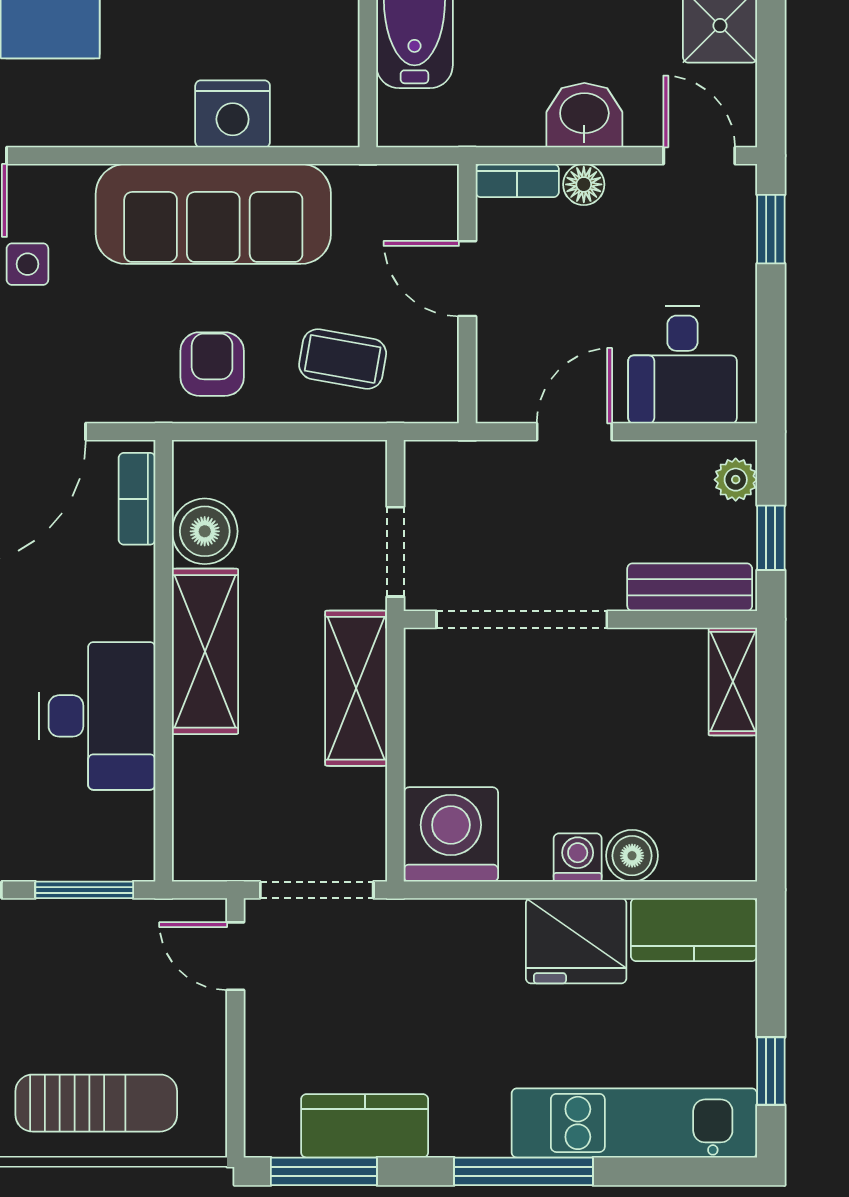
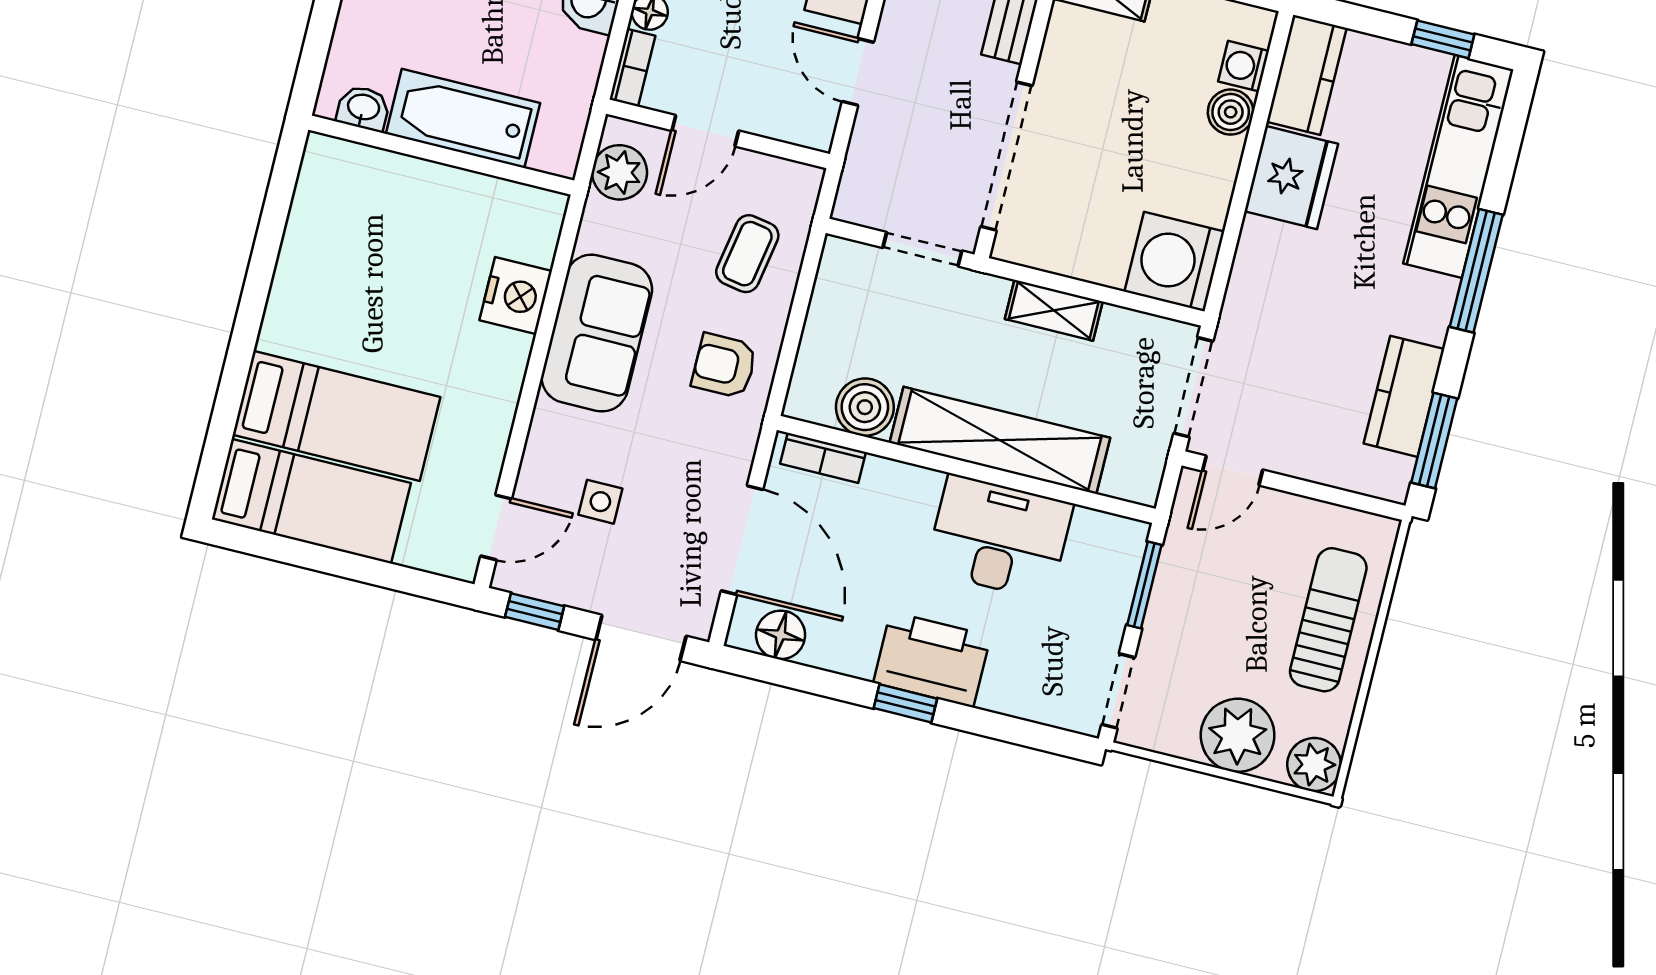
plant: (398, 195) -> (620, 172), added
sofa: (213, 214) -> (597, 333), width x0.73
shelving: (205, 651) -> (1000, 440), width x1.47
shelving: (356, 688) -> (1054, 310), width x0.67, depth x0.75
washing machine: (578, 857) -> (1244, 66), moved

